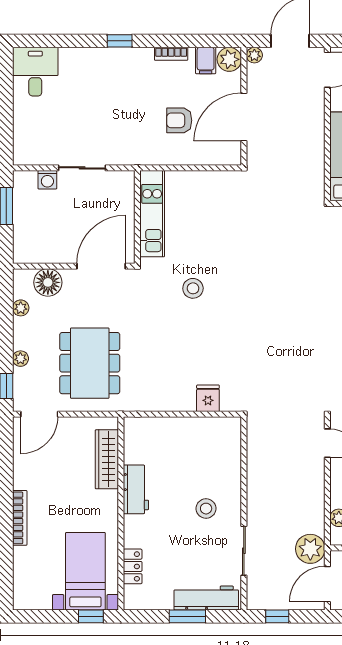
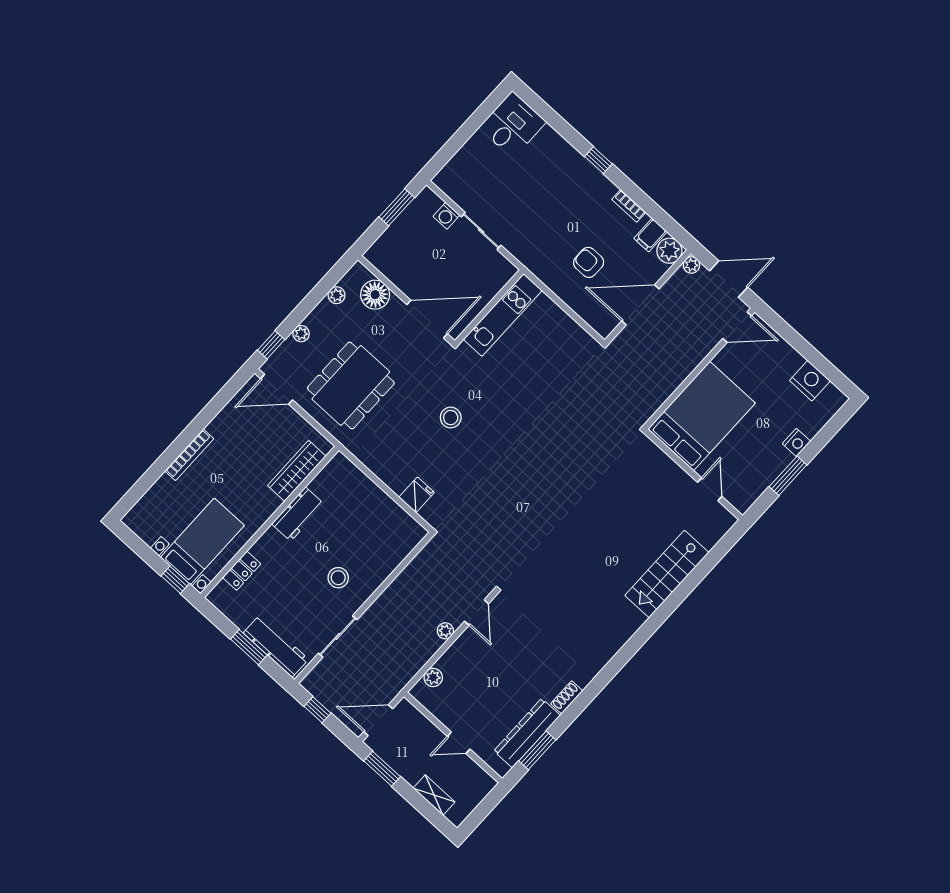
stool: (193, 288) -> (451, 418), moved
plant: (310, 549) -> (445, 631), moved, width x0.53, depth x0.53

